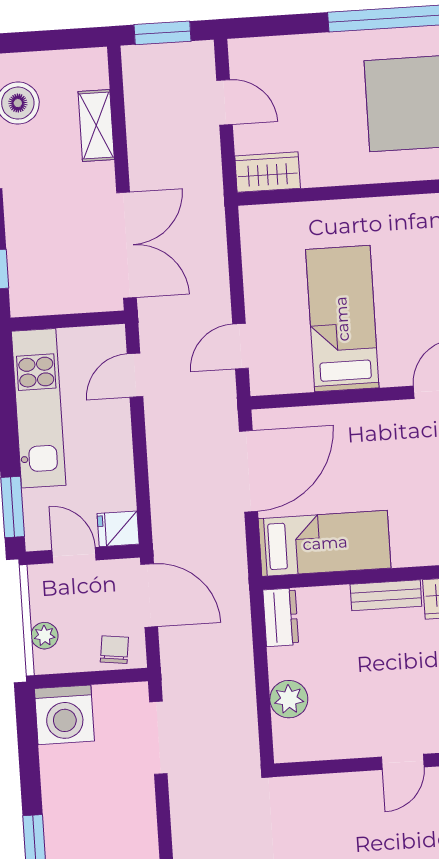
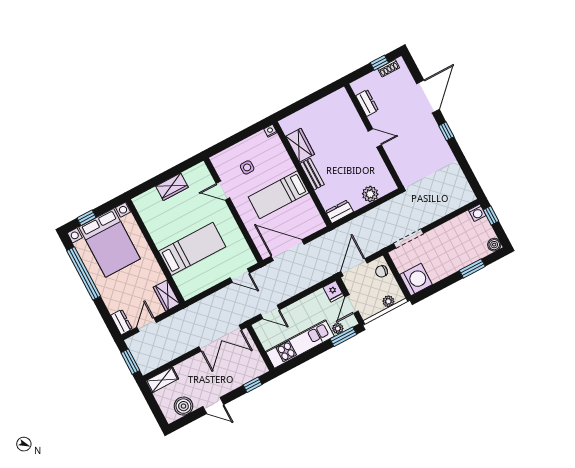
dresser: (254, 52) -> (121, 322), added
shelving: (96, 126) -> (162, 380), moved
double door: (127, 245) -> (220, 338), swing flipped
bed: (342, 319) -> (192, 249), moved, turned 180
plant: (35, 503) -> (338, 328), added
bed: (325, 543) -> (279, 195), moved, turned -90

